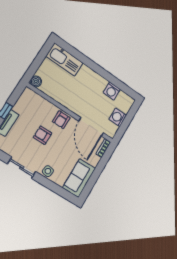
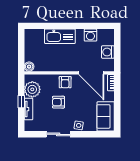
kitchen sink: (65, 60) -> (60, 36), moved
plant: (25, 106) -> (32, 89), added

